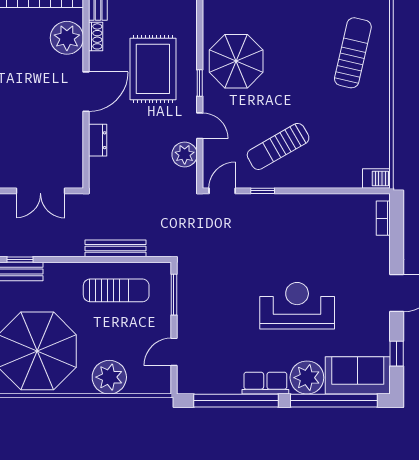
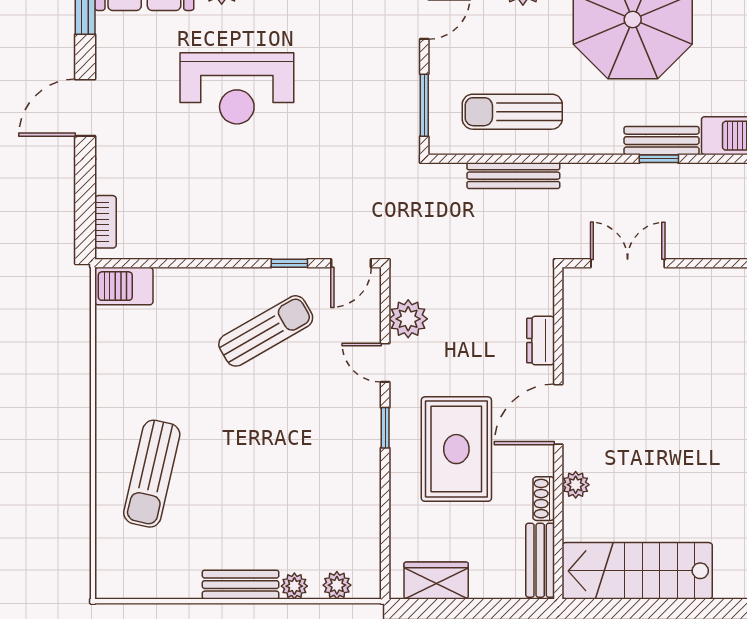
plant: (67, 38) -> (576, 485), width x0.53, depth x0.53
parasol: (236, 61) -> (330, 461), removed
barbecue: (376, 179) -> (124, 286), width x1.38, depth x1.27

